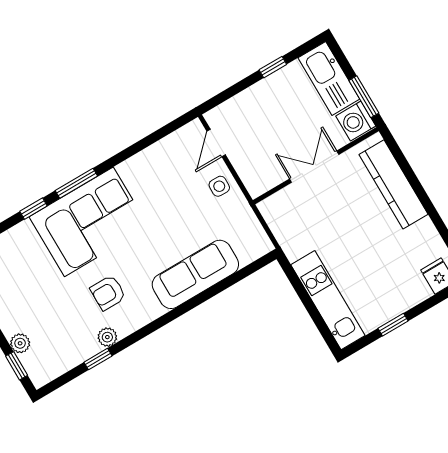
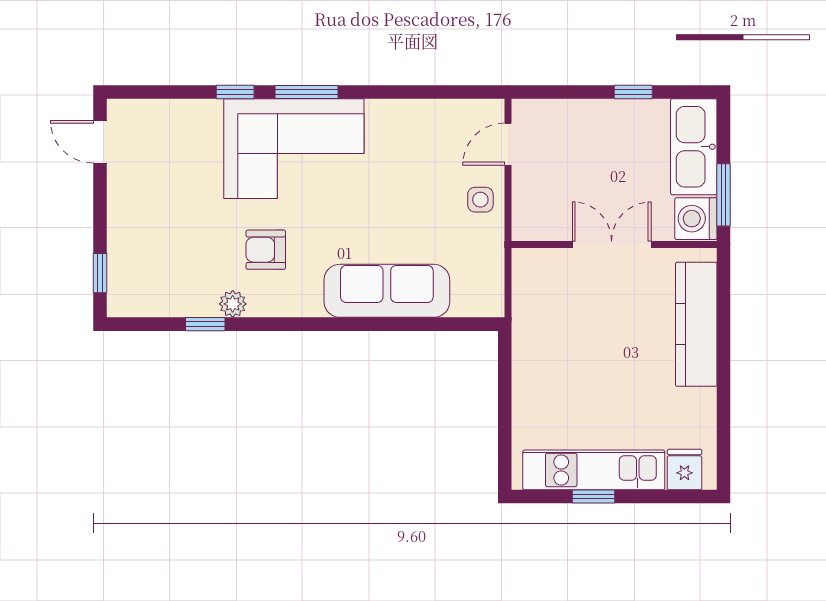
kitchen unit: (328, 300) -> (594, 470), moved, turned -90
plant: (20, 343) -> (121, 248), removed

